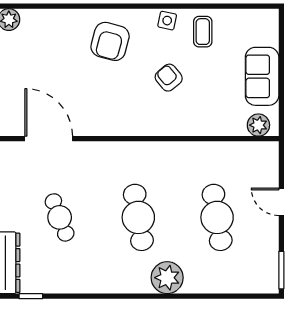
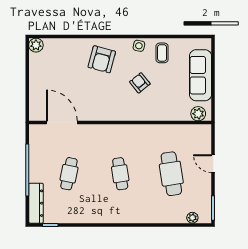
sofa: (262, 76) -> (201, 75), width x1.36
cafe table: (60, 217) -> (69, 174), turned 33
cafe table: (138, 217) -> (120, 174), width x0.73, depth x0.74
plant: (167, 278) -> (192, 218), moved, width x0.53, depth x0.53

